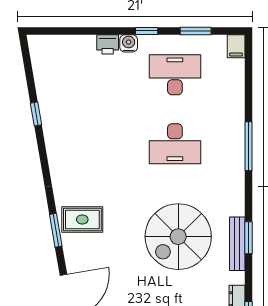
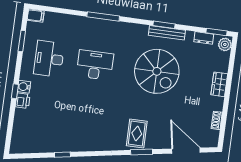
window: (147, 31) -> (15, 91), moved
desk: (175, 144) -> (95, 65), turned -90

